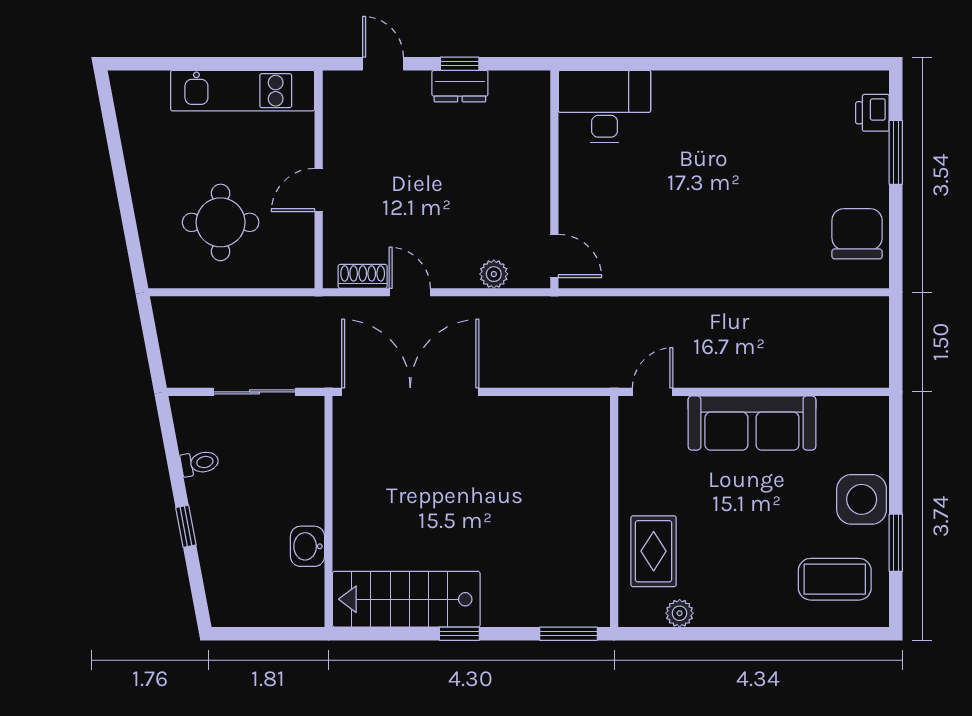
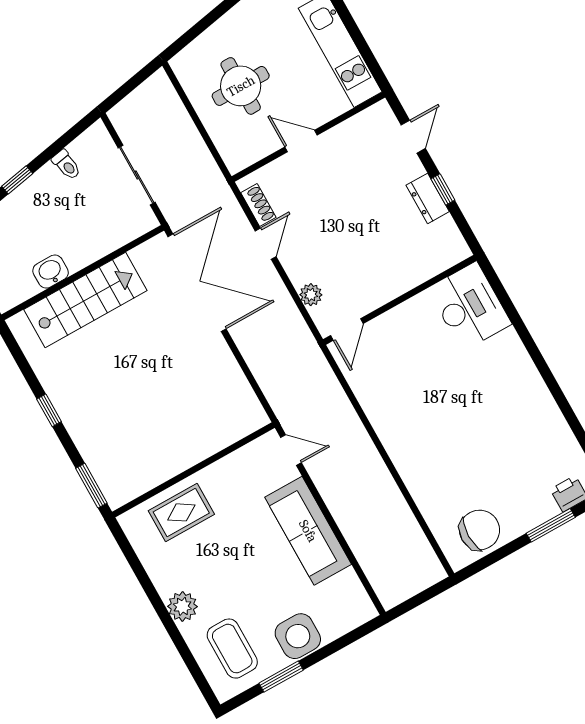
stairs: (406, 599) -> (85, 300), moved, turned 90
plant: (680, 613) -> (182, 606), moved, width x1.38, depth x1.38

